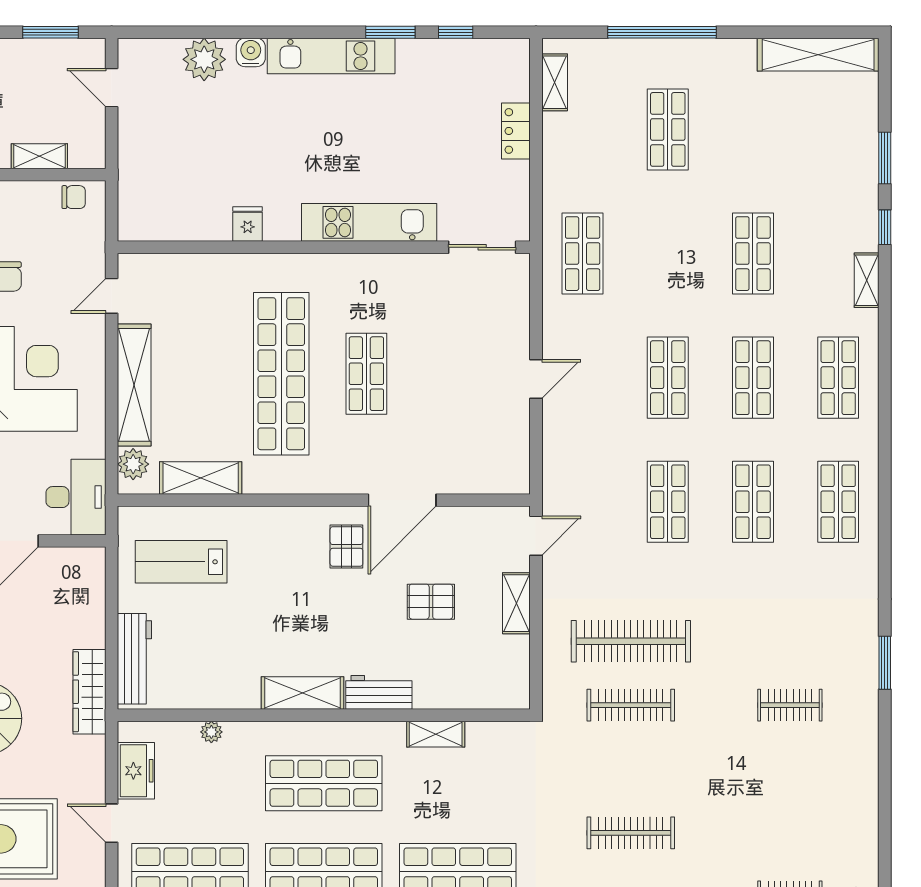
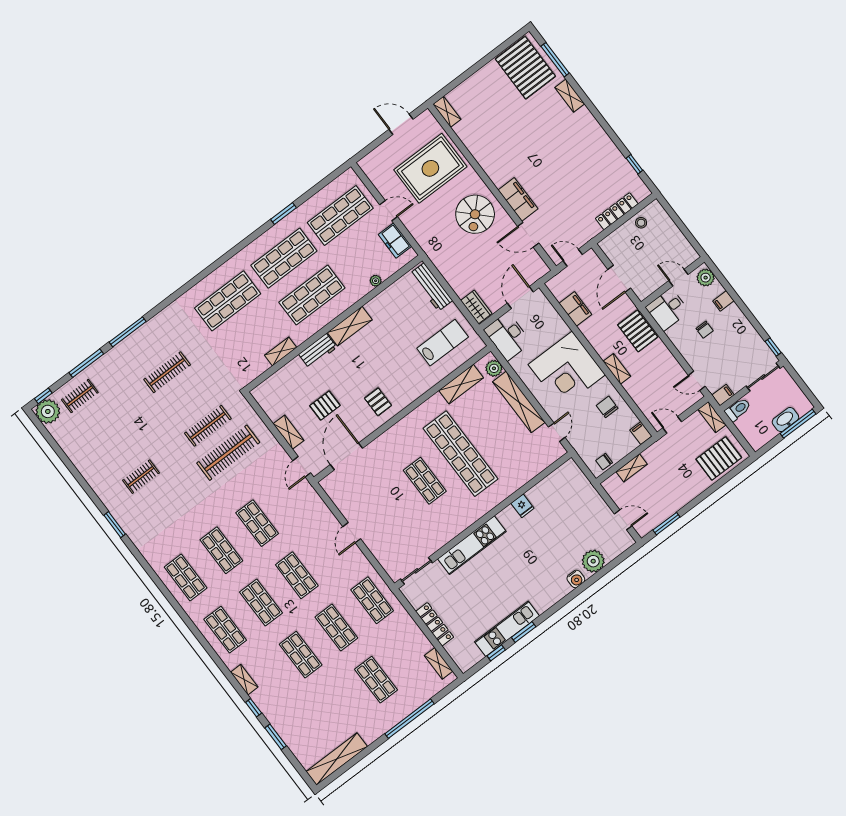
kitchen unit: (331, 56) -> (507, 629), moved
locker: (516, 131) -> (435, 624), width x1.53
shop shelf: (668, 254) -> (336, 627), added
door: (402, 500) -> (347, 456), moved
wardrobe: (89, 692) -> (476, 307), moved, width x0.67

